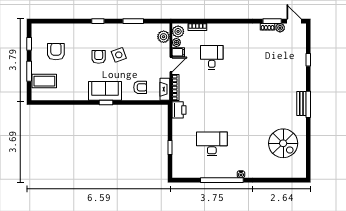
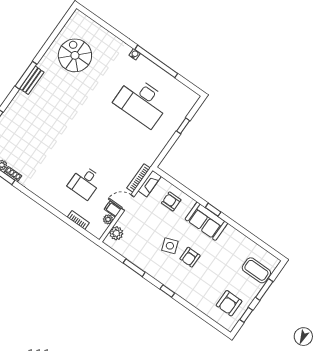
plant: (178, 31) -> (99, 229), removed
armchair: (56, 52) -> (229, 303), moved
printer: (179, 110) -> (150, 155), removed
desk: (212, 144) -> (142, 102), width x1.36, depth x1.30

